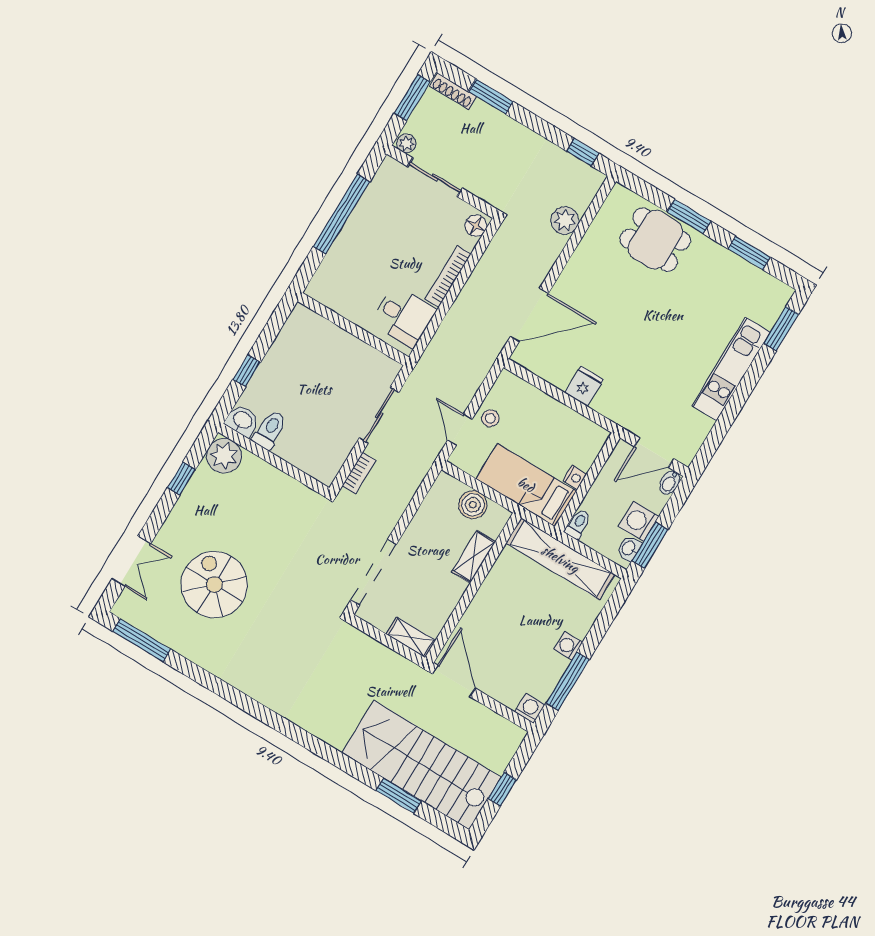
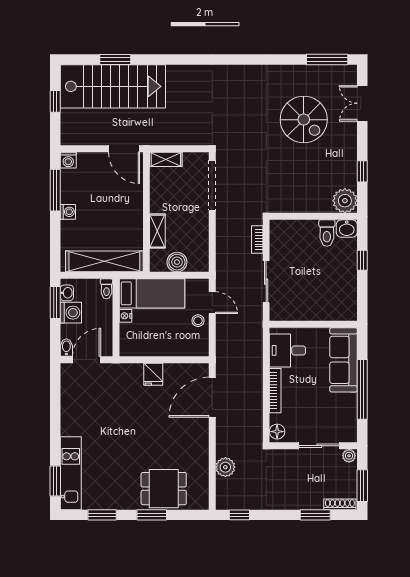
sofa: (343, 264) -> (344, 360), added
kitchen unit: (731, 369) -> (71, 473), moved

